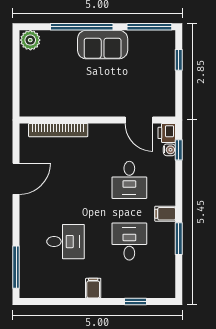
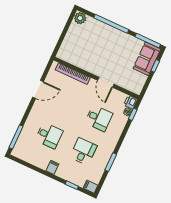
sofa: (103, 45) -> (147, 59), moved, turned 90
door: (139, 120) -> (106, 82), moved
desk: (129, 180) -> (99, 118), turned -90
filing cabinet: (165, 214) -> (91, 187), moved

